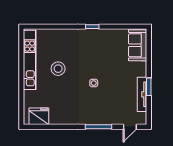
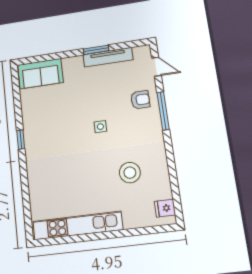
stool: (58, 69) -> (130, 173), moved
armchair: (108, 112) -> (140, 100), added
fridge: (39, 116) -> (165, 208), width x0.53, depth x0.75

